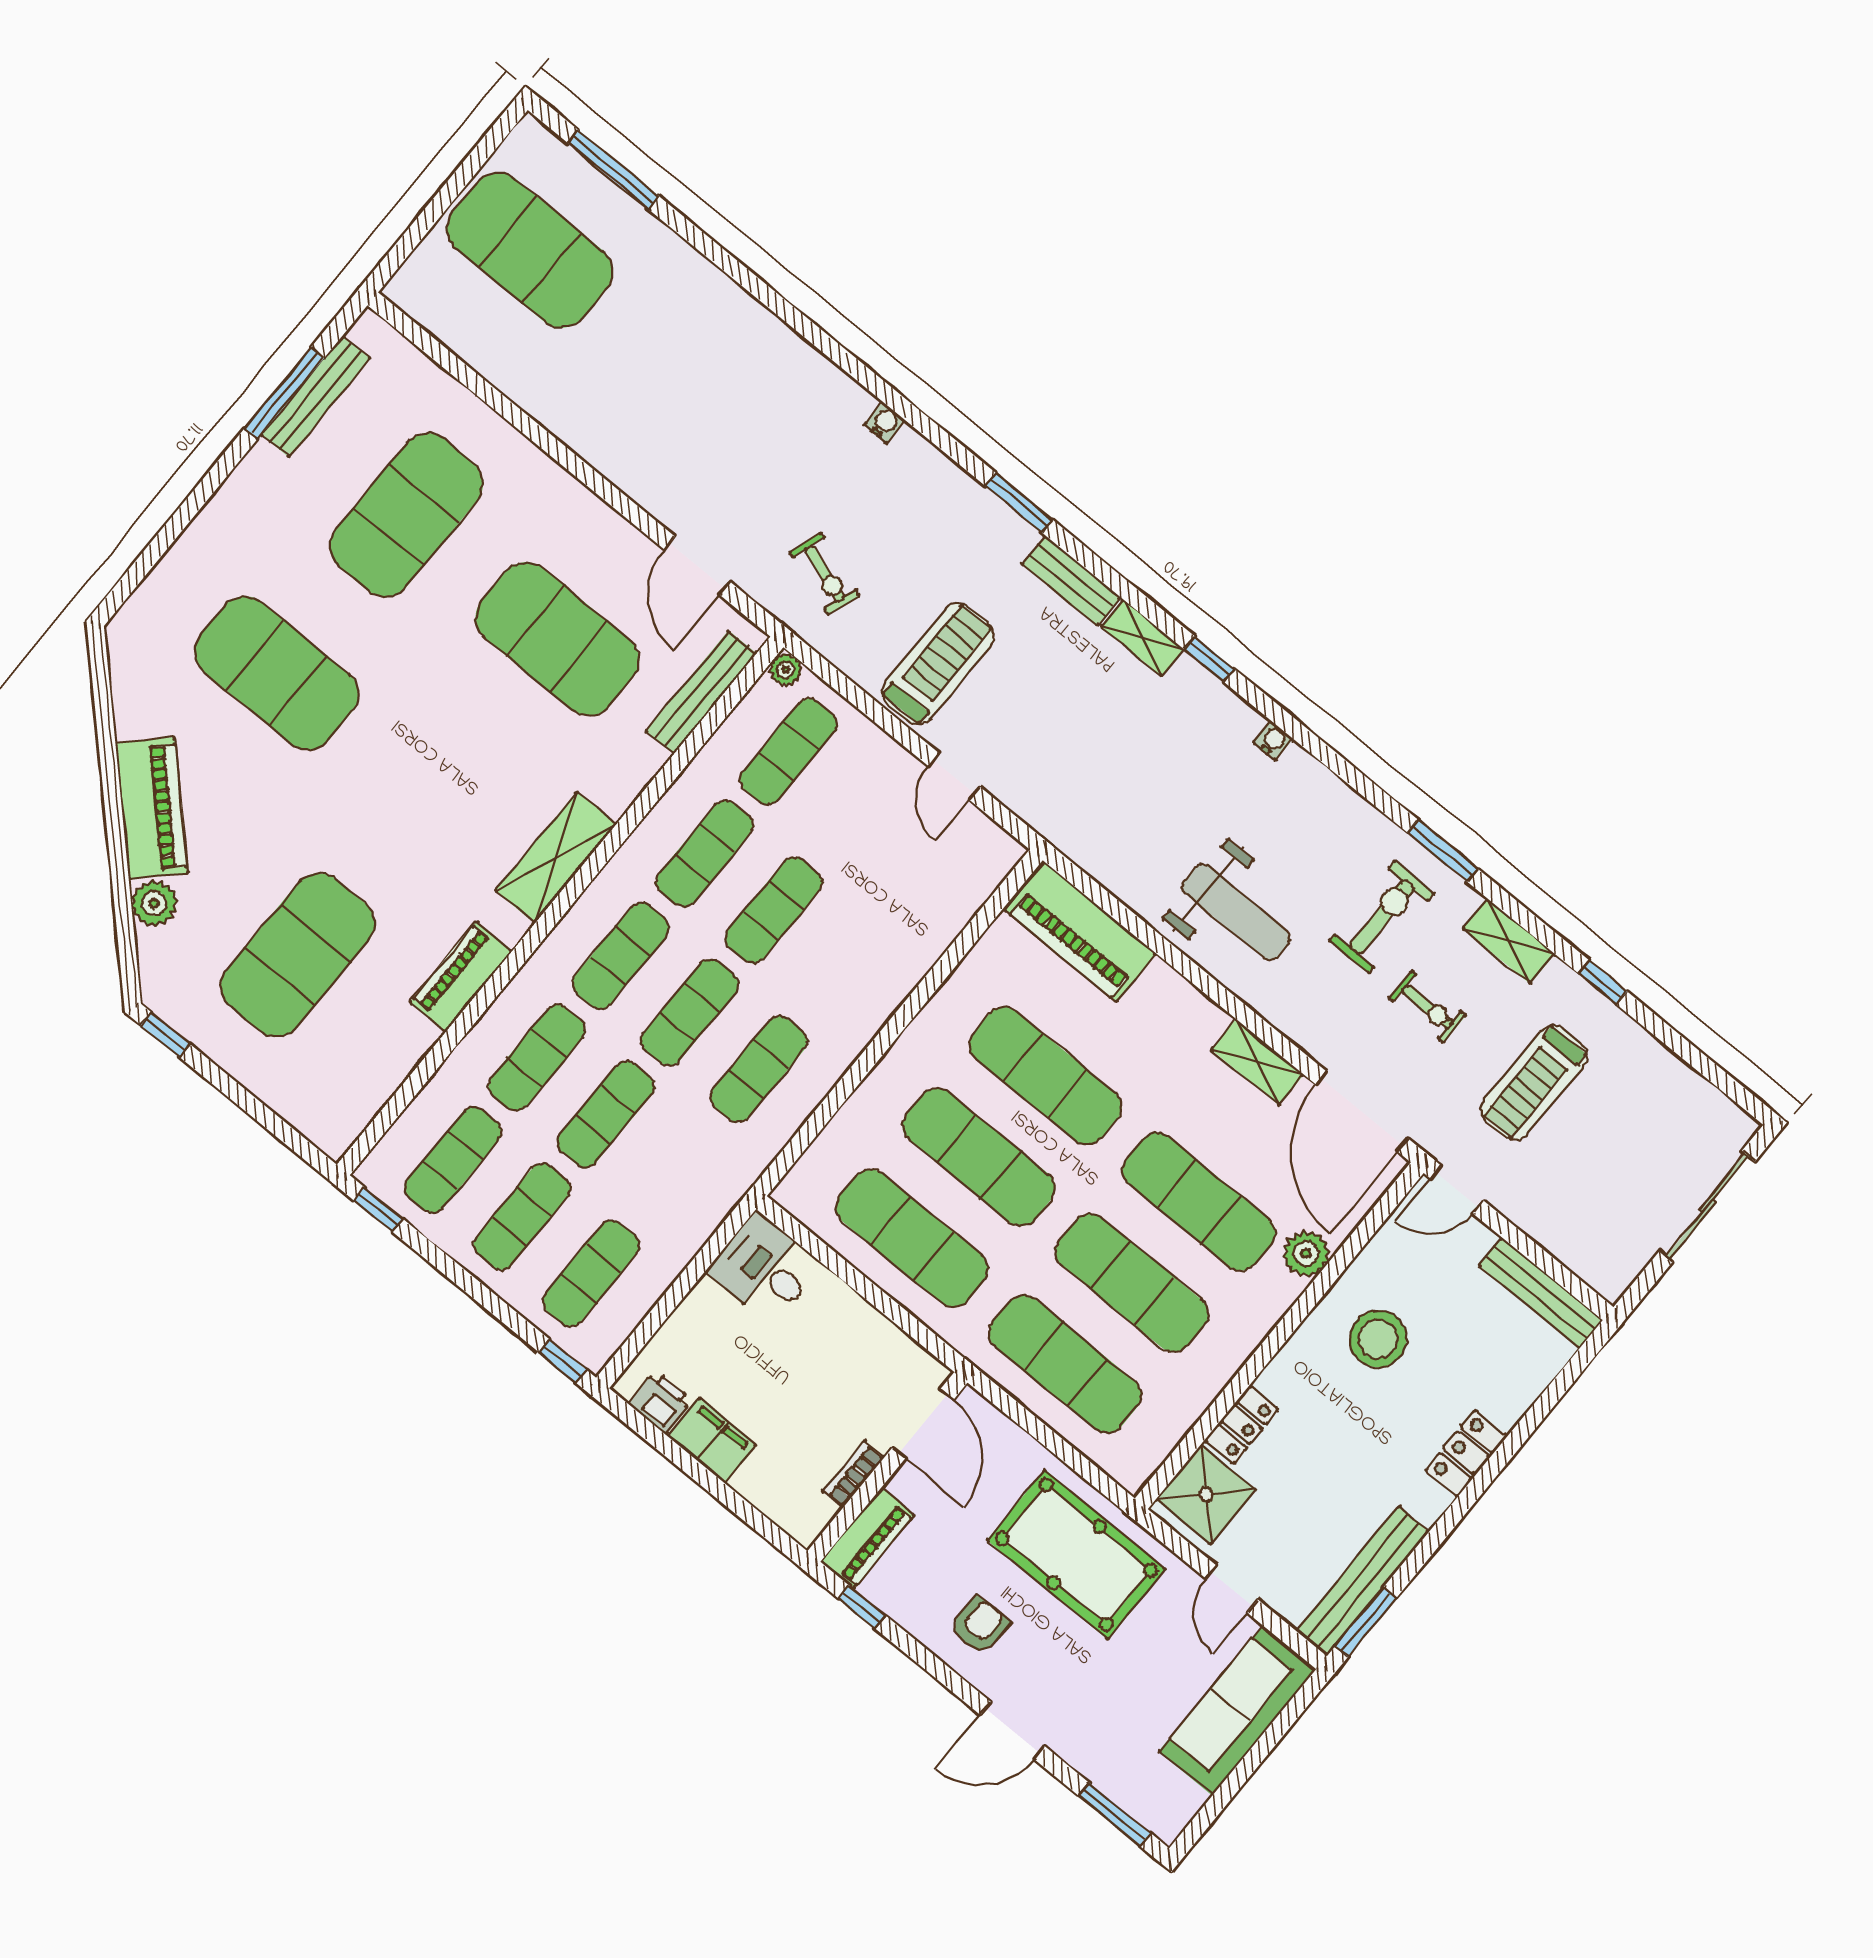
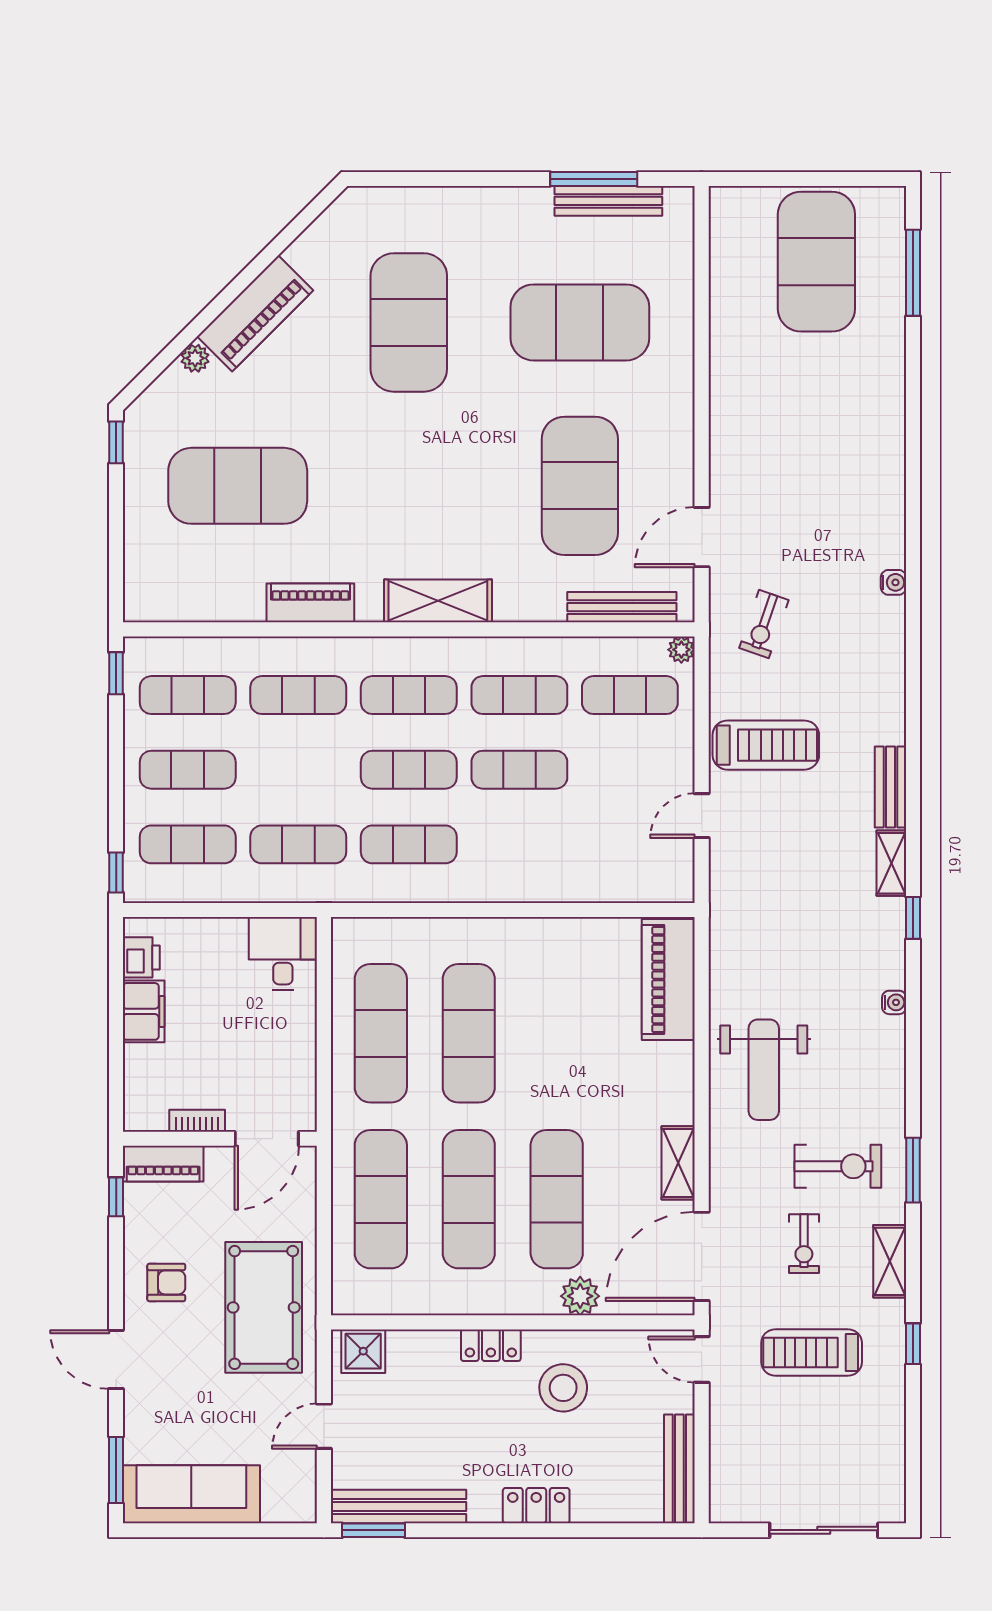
window: (1019, 503) -> (913, 712), removed
plant: (154, 903) -> (195, 358), width x0.73, depth x0.73
exercise mat: (1046, 1076) -> (557, 1033), removed
exercise mat: (606, 1115) -> (298, 844), moved
locker: (1242, 1425) -> (491, 1345), moved
shower: (1206, 1494) -> (363, 1351), width x0.73, depth x0.73
sofa: (1238, 1710) -> (191, 1494), moved

